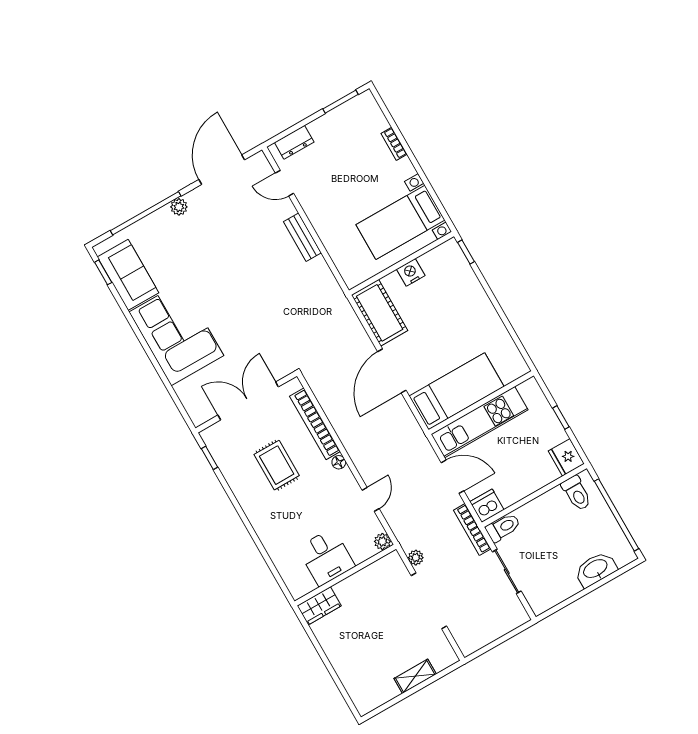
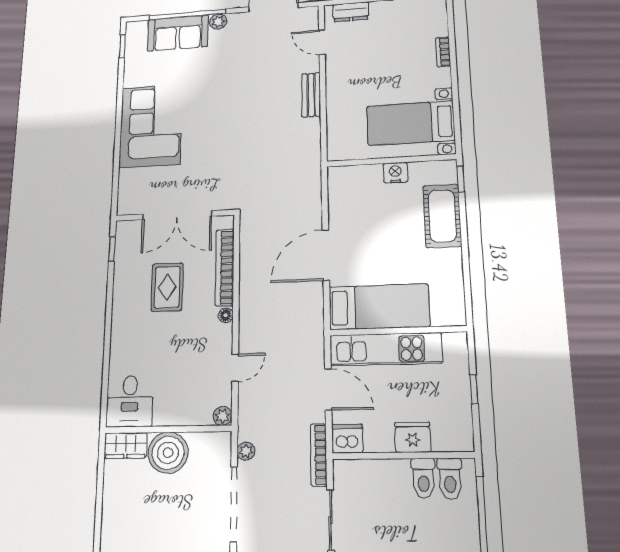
sofa: (128, 275) -> (178, 33), moved, turned 90
cot: (380, 313) -> (442, 216), moved
double door: (248, 401) -> (177, 215), swing flipped
fridge: (566, 457) -> (413, 437), moved, turned 90
toilet: (503, 527) -> (423, 478), moved, turned 90
desk: (326, 557) -> (130, 401), moved
boiler: (356, 592) -> (168, 453), added

